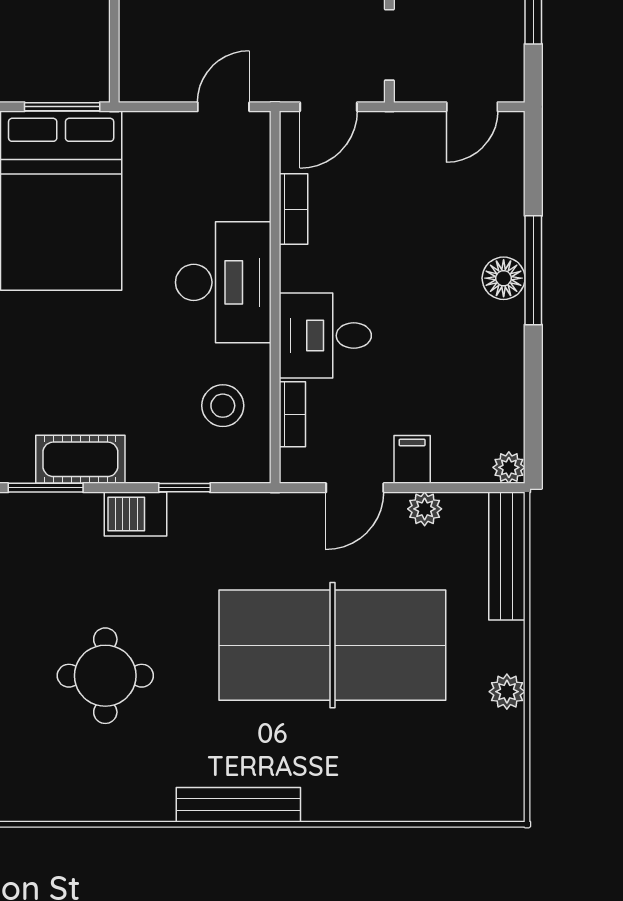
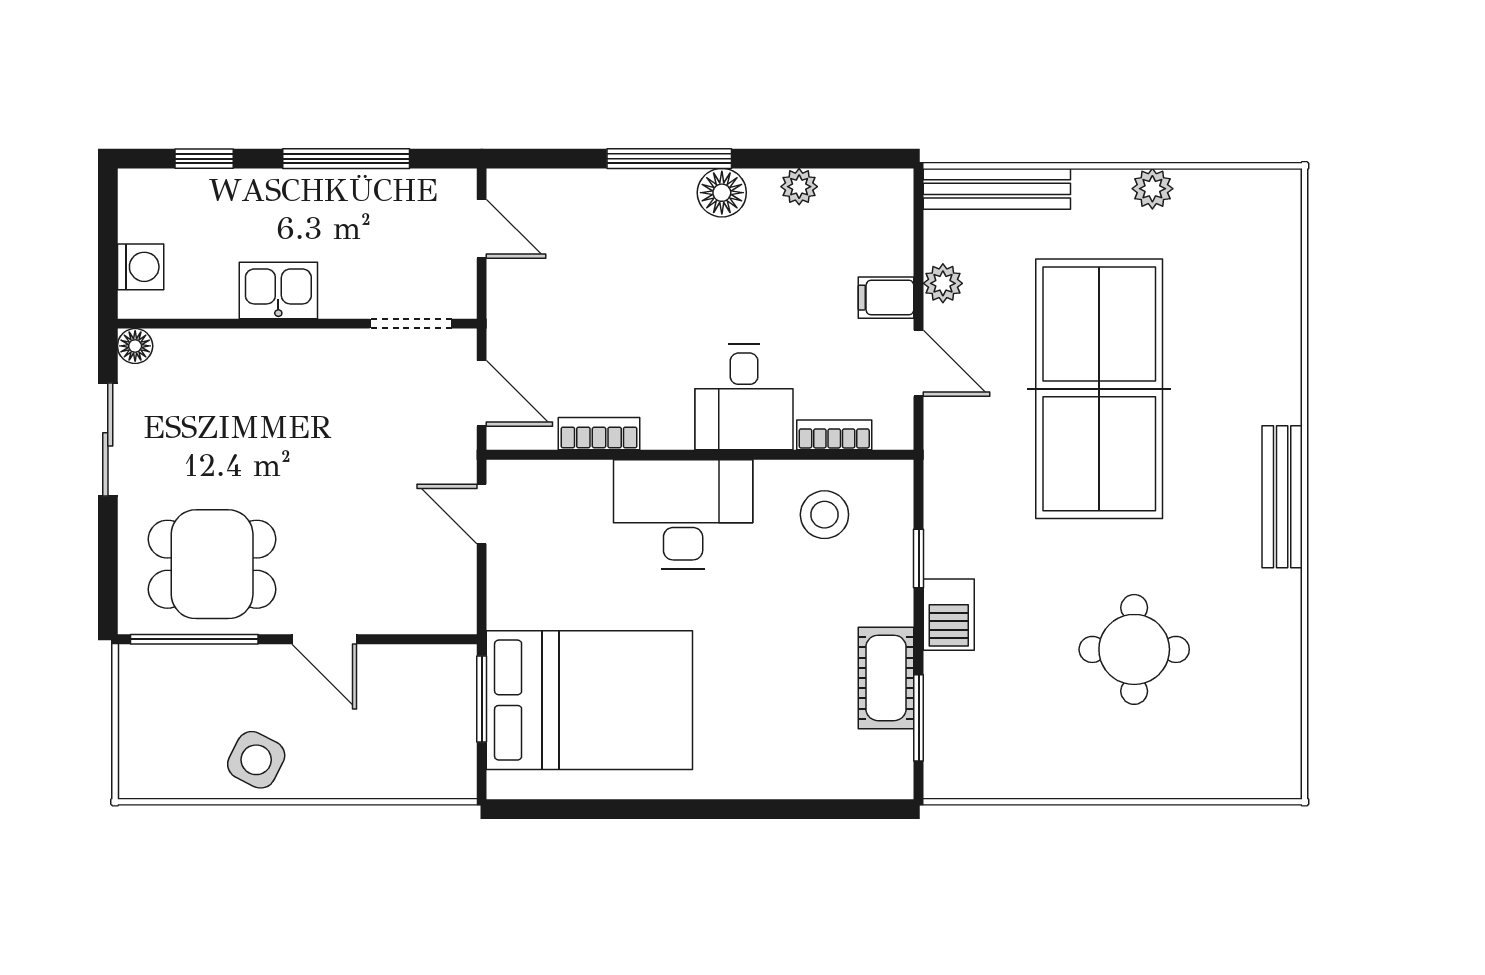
floor lamp: (504, 278) -> (722, 193), moved
plant: (509, 467) -> (799, 187), moved

